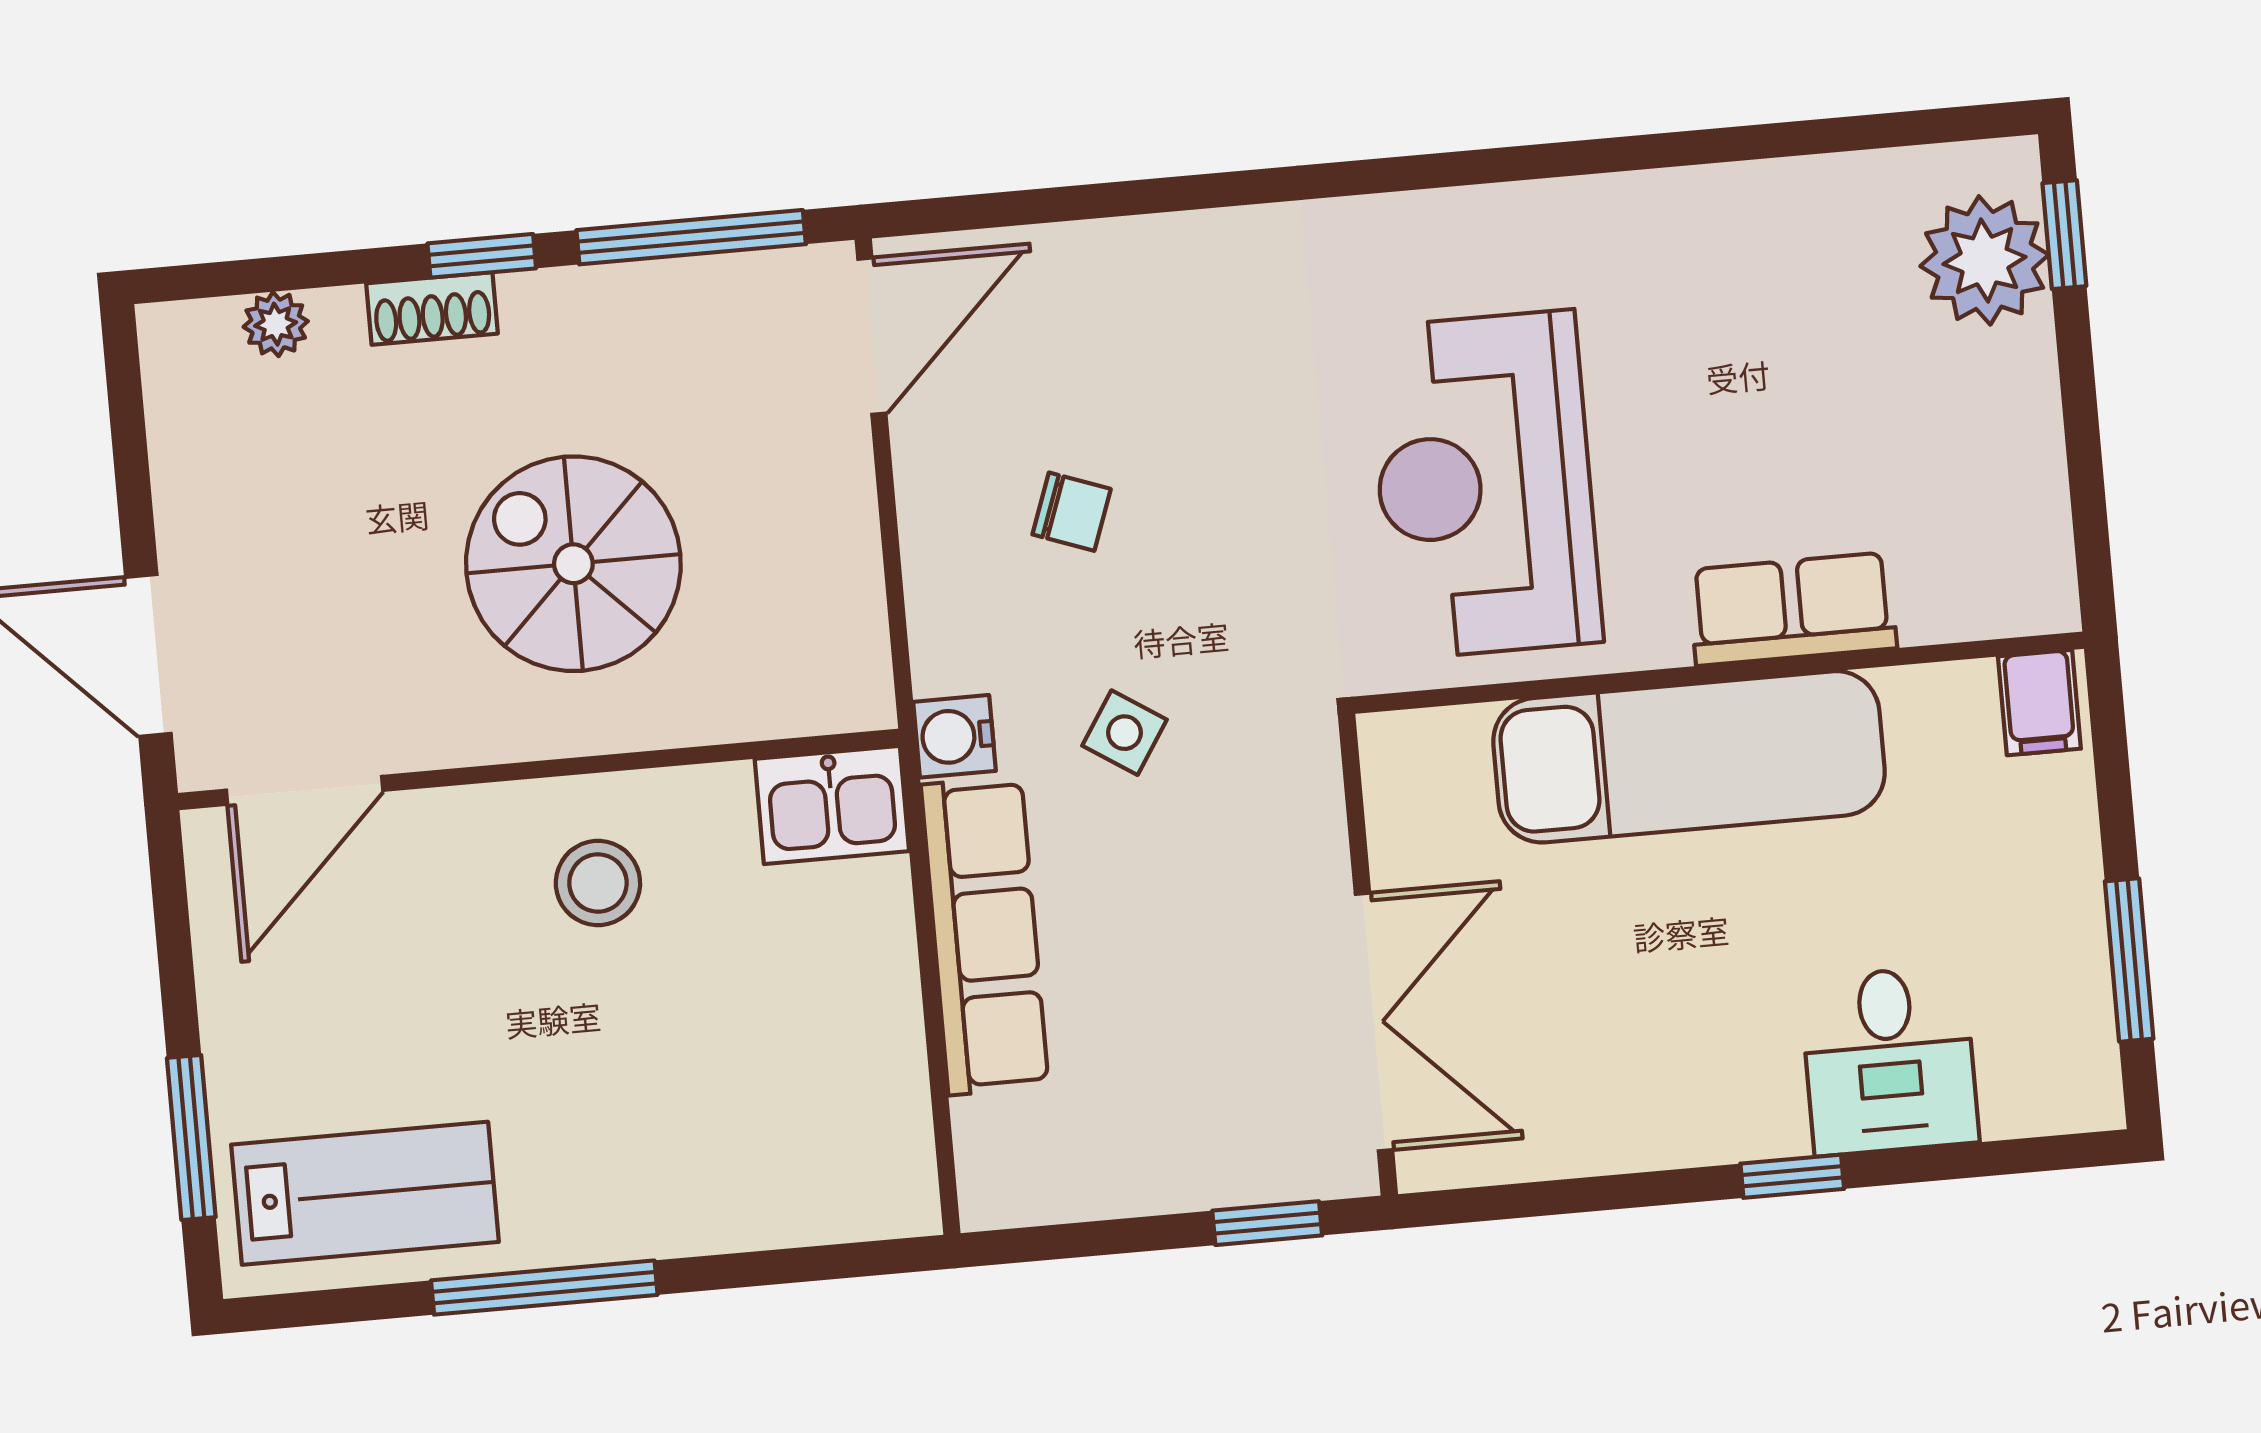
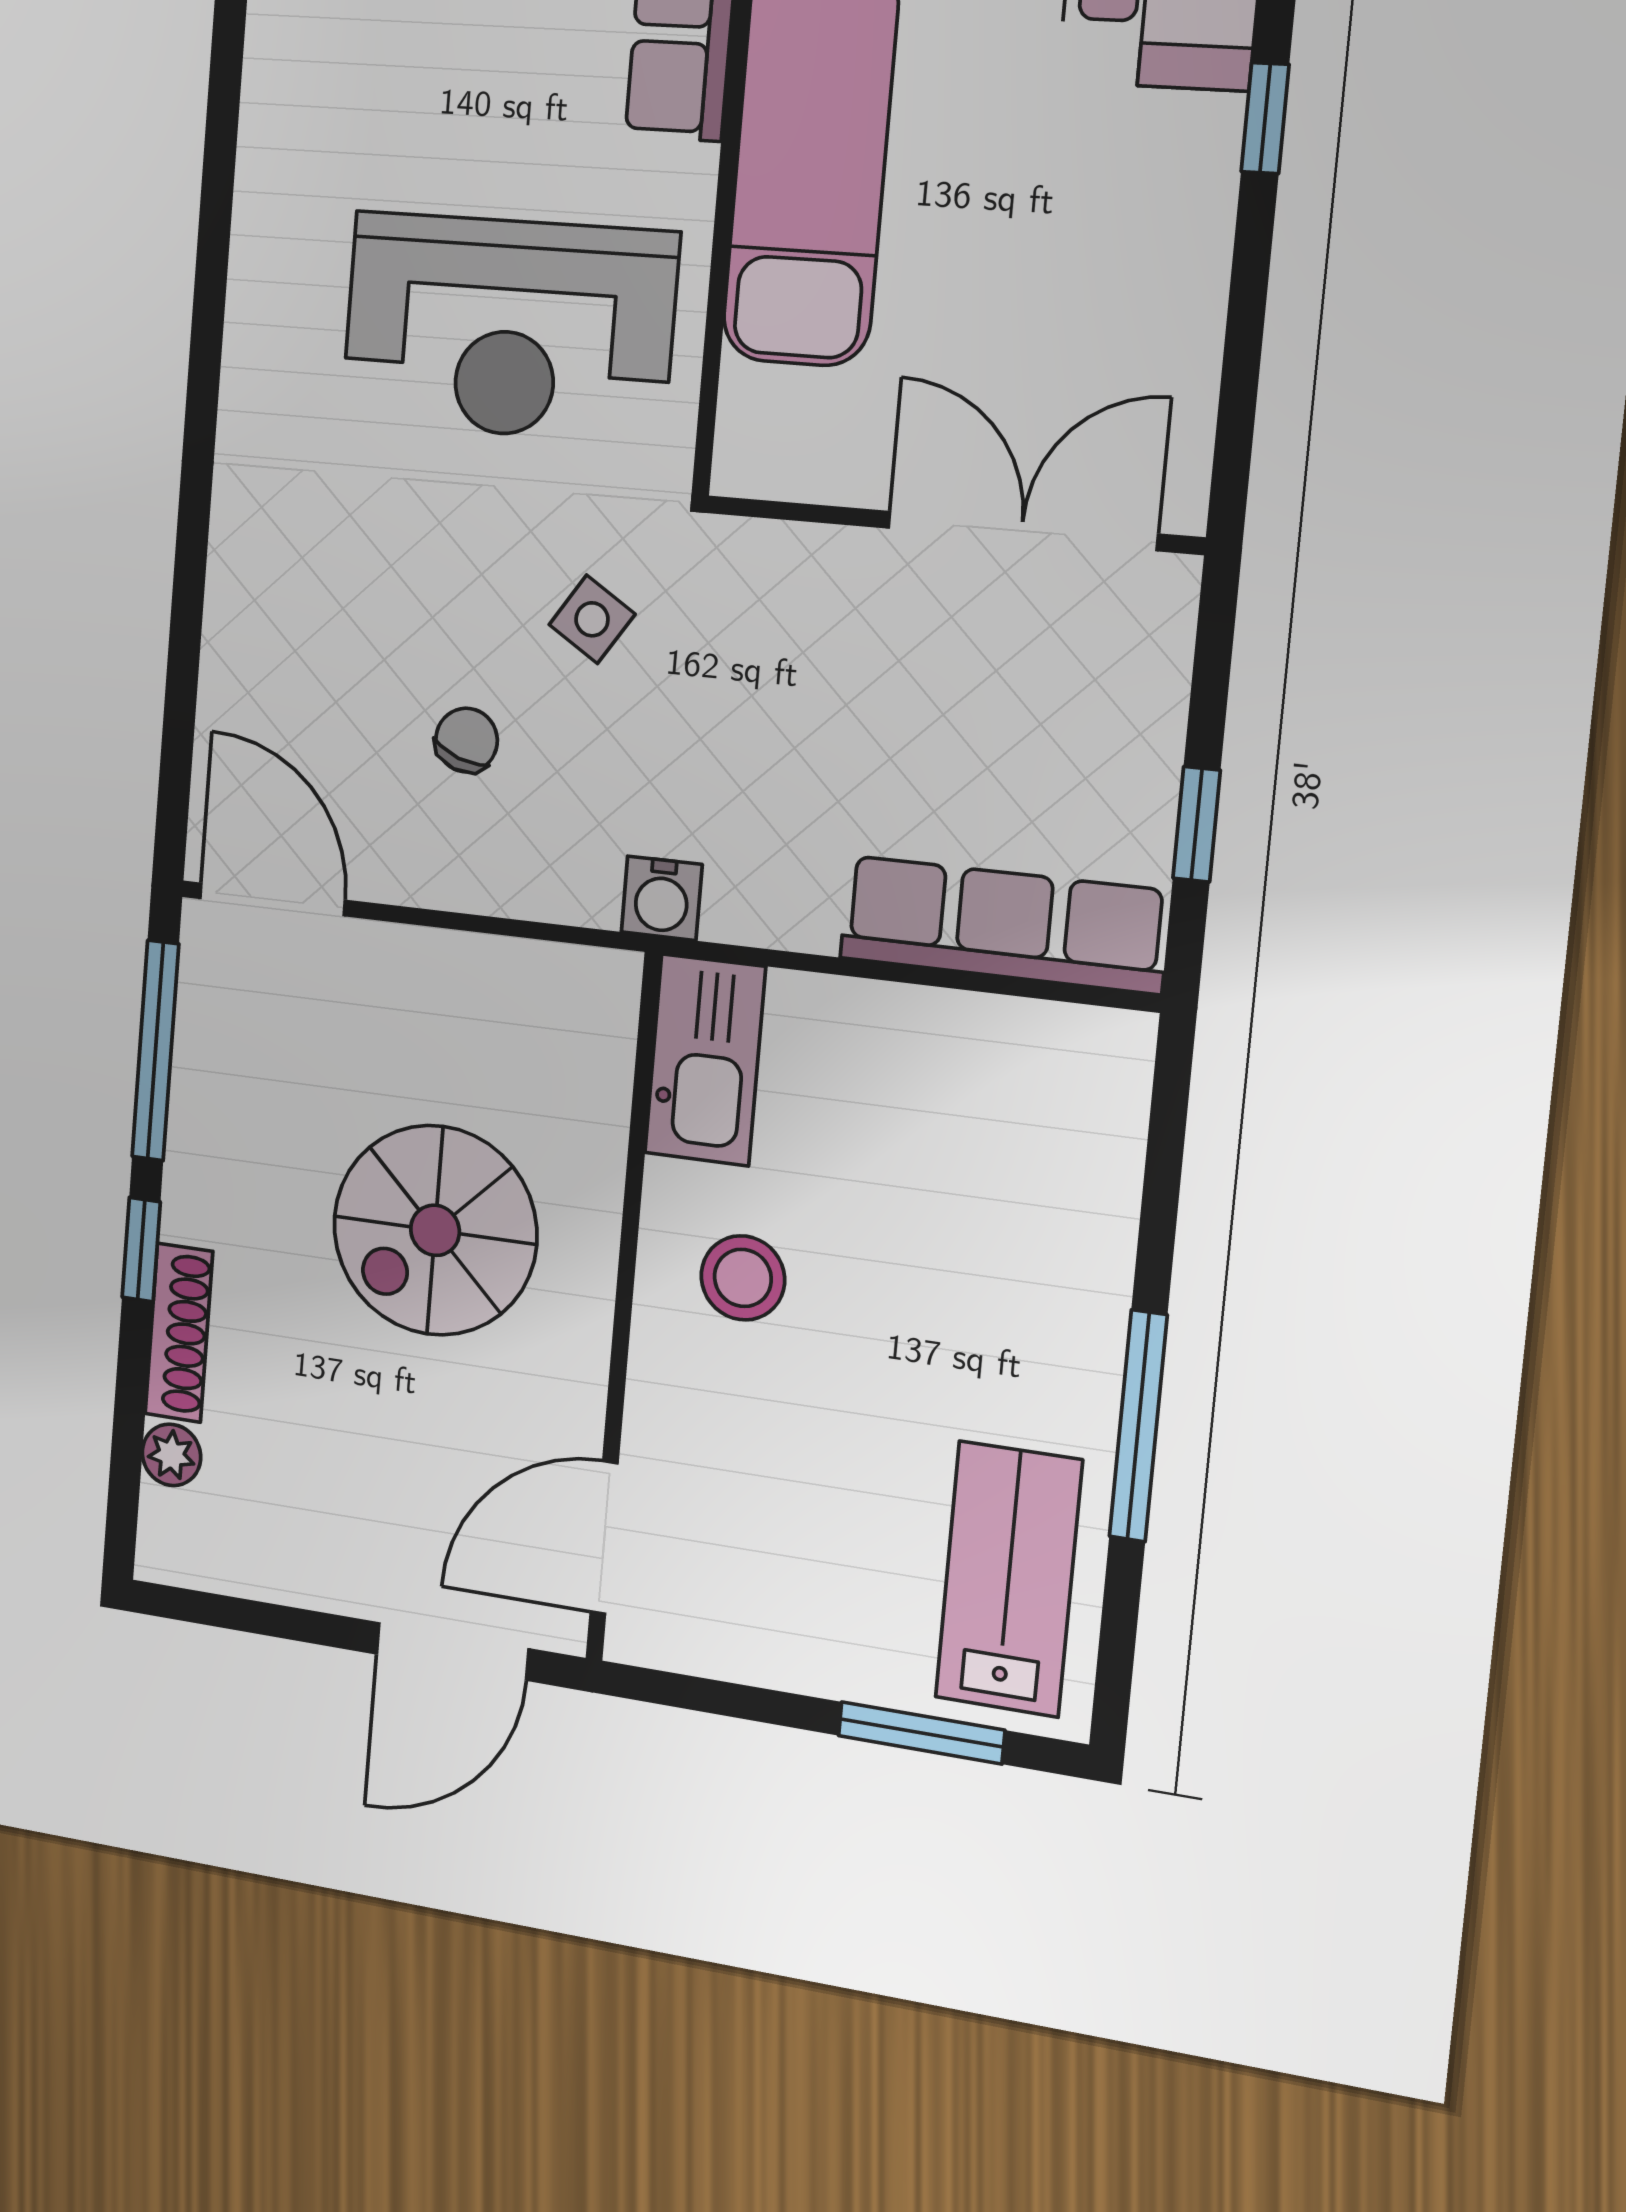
shoe rack: (432, 308) -> (179, 1333), width x1.43
side table: (1125, 733) -> (592, 619), moved
door: (305, 790) -> (604, 1537), swing flipped
kitchen sink: (832, 805) -> (705, 1060), width x1.38
row of seats: (985, 936) -> (1004, 925), moved
window: (1267, 1223) -> (1197, 824), moved

